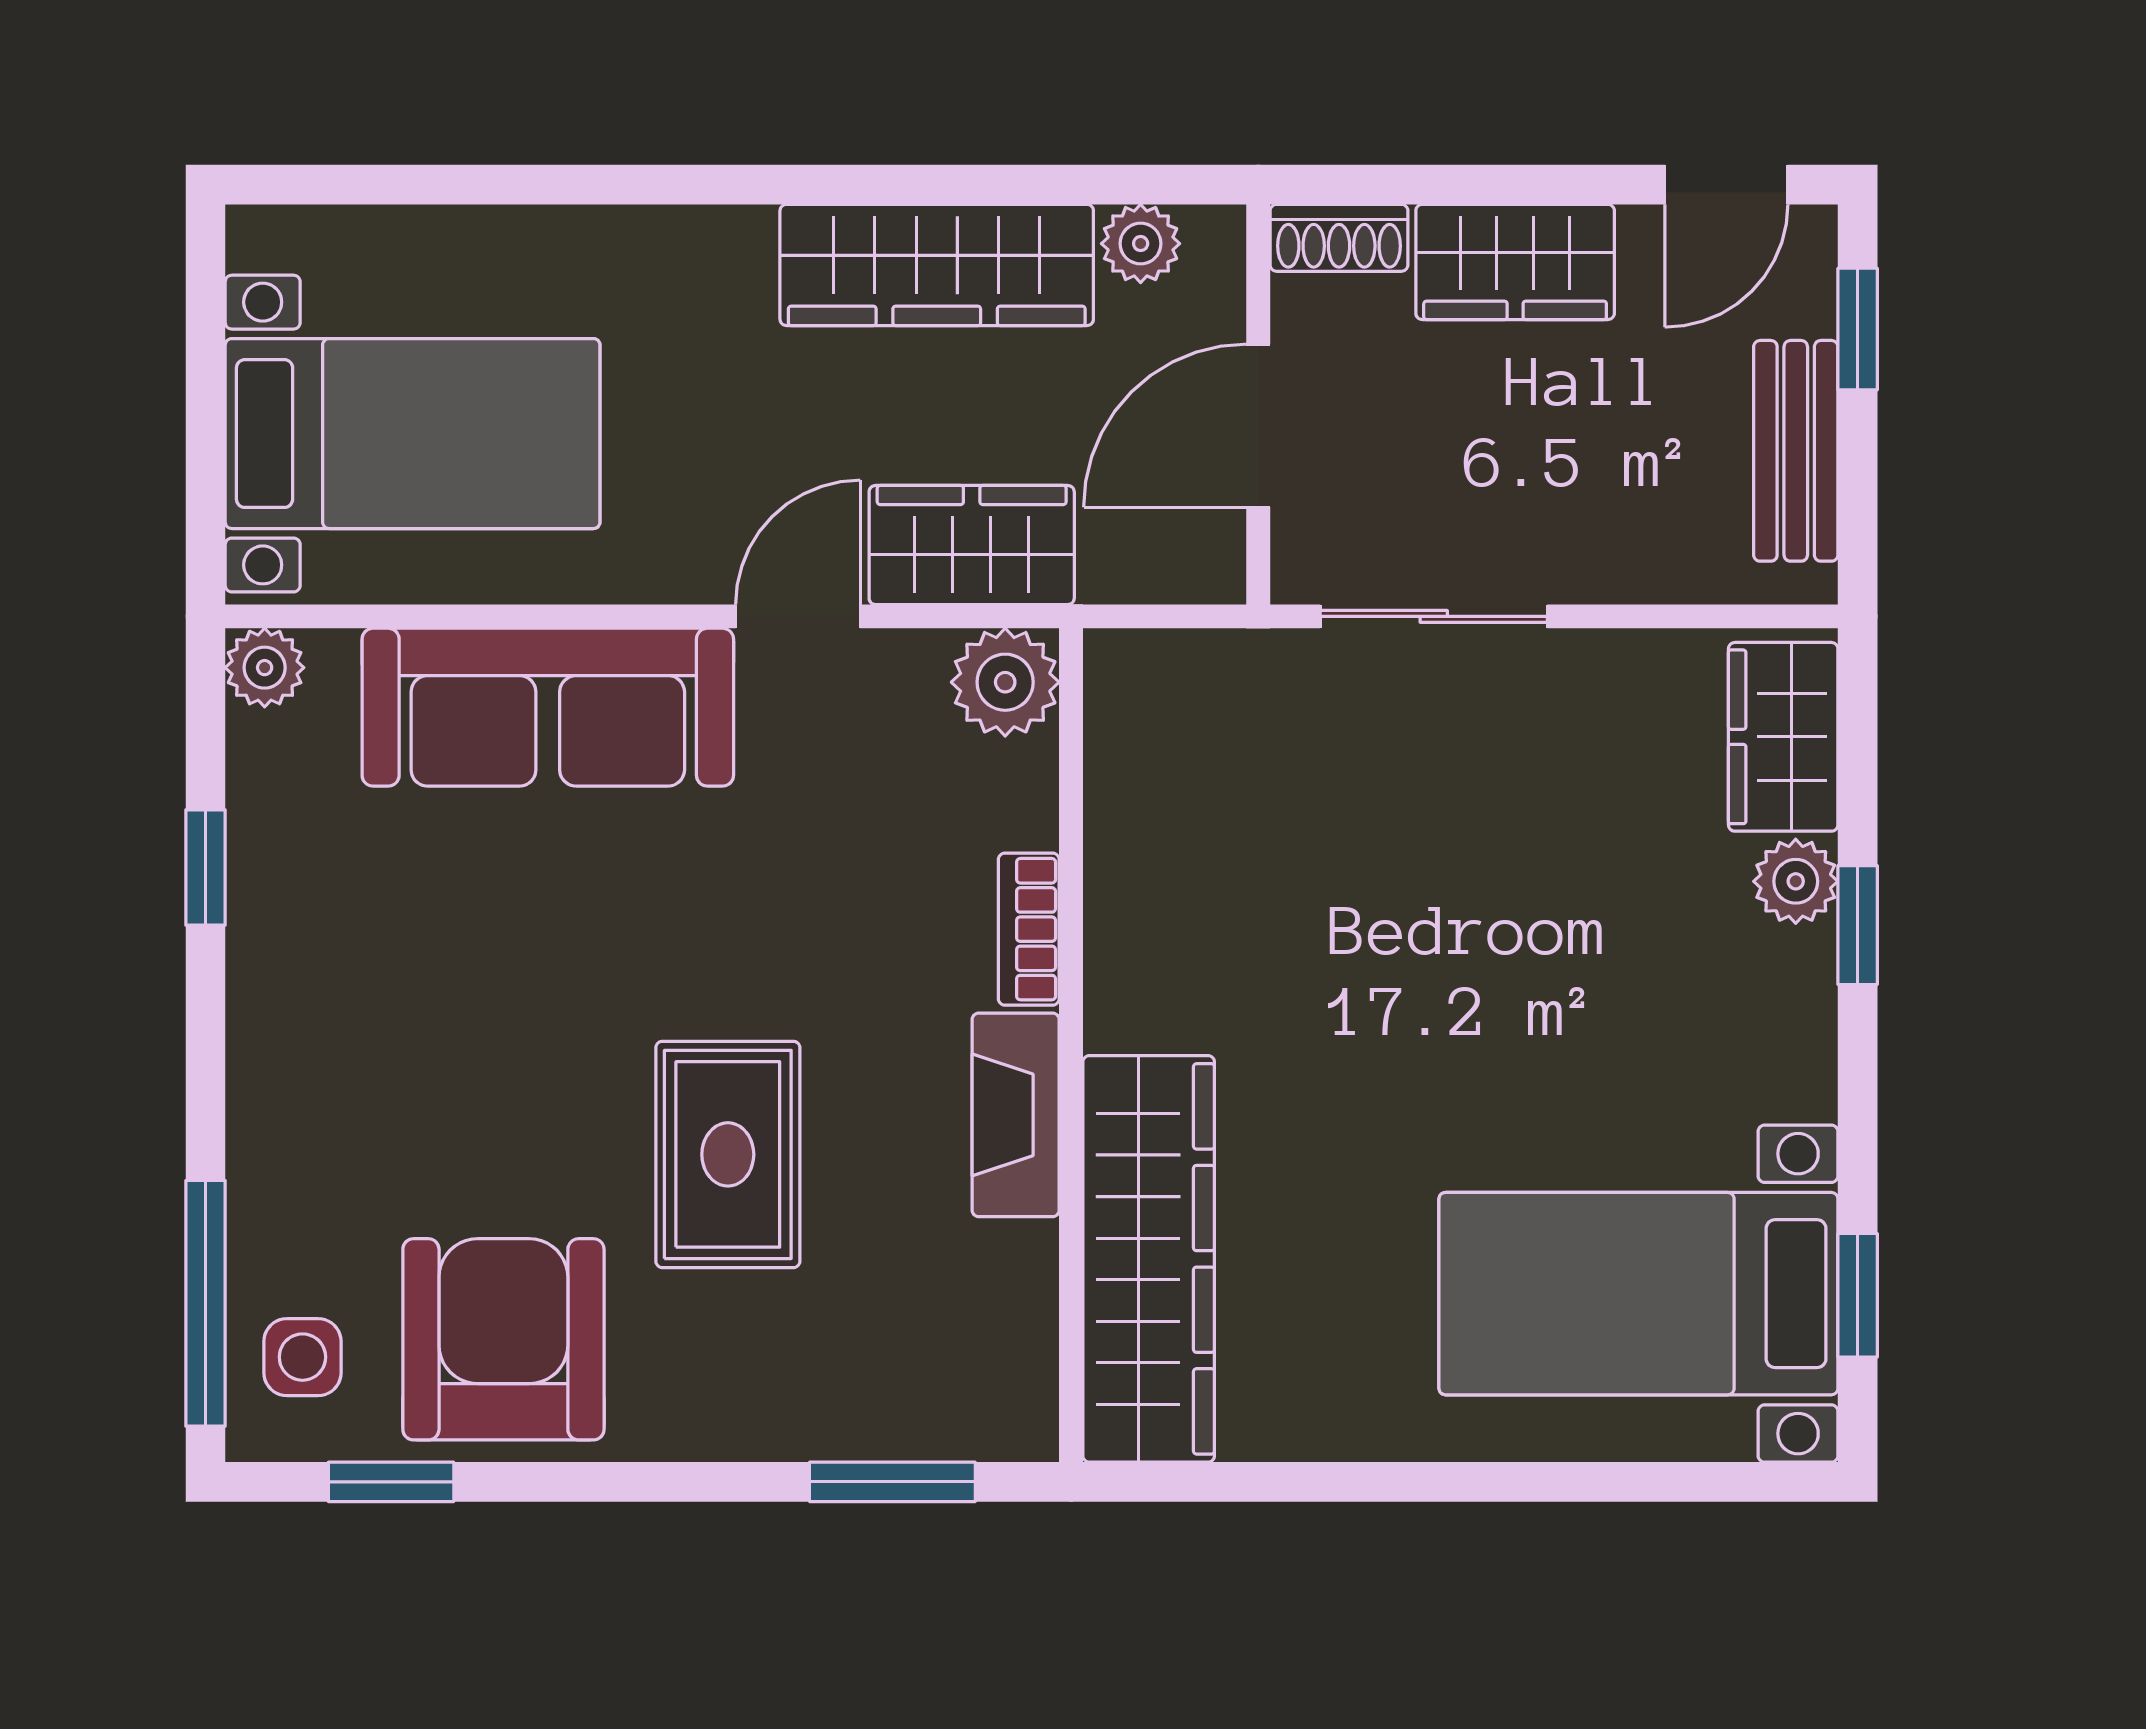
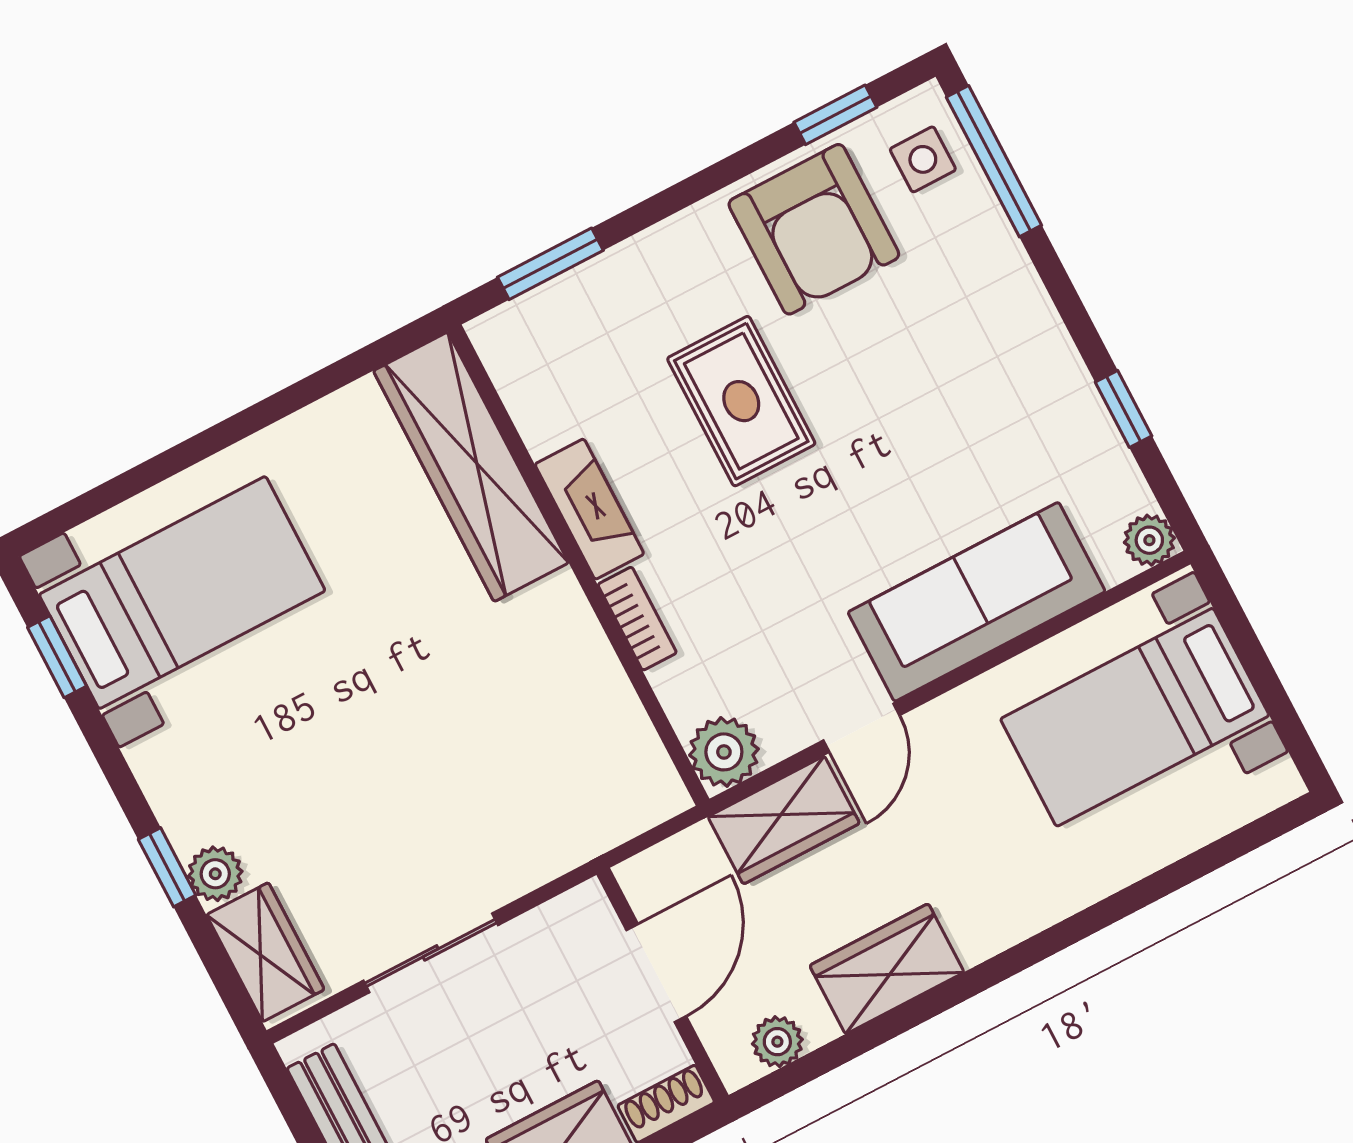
wardrobe: (937, 265) -> (887, 969), width x0.67
sliding door: (1434, 616) -> (431, 953), moved

